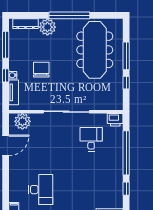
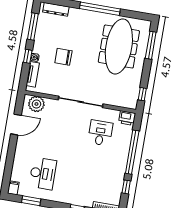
plant: (47, 27) -> (77, 16), removed
window: (126, 56) -> (151, 45), moved
chair: (41, 70) -> (63, 57), turned -90
window: (126, 83) -> (142, 94), moved

